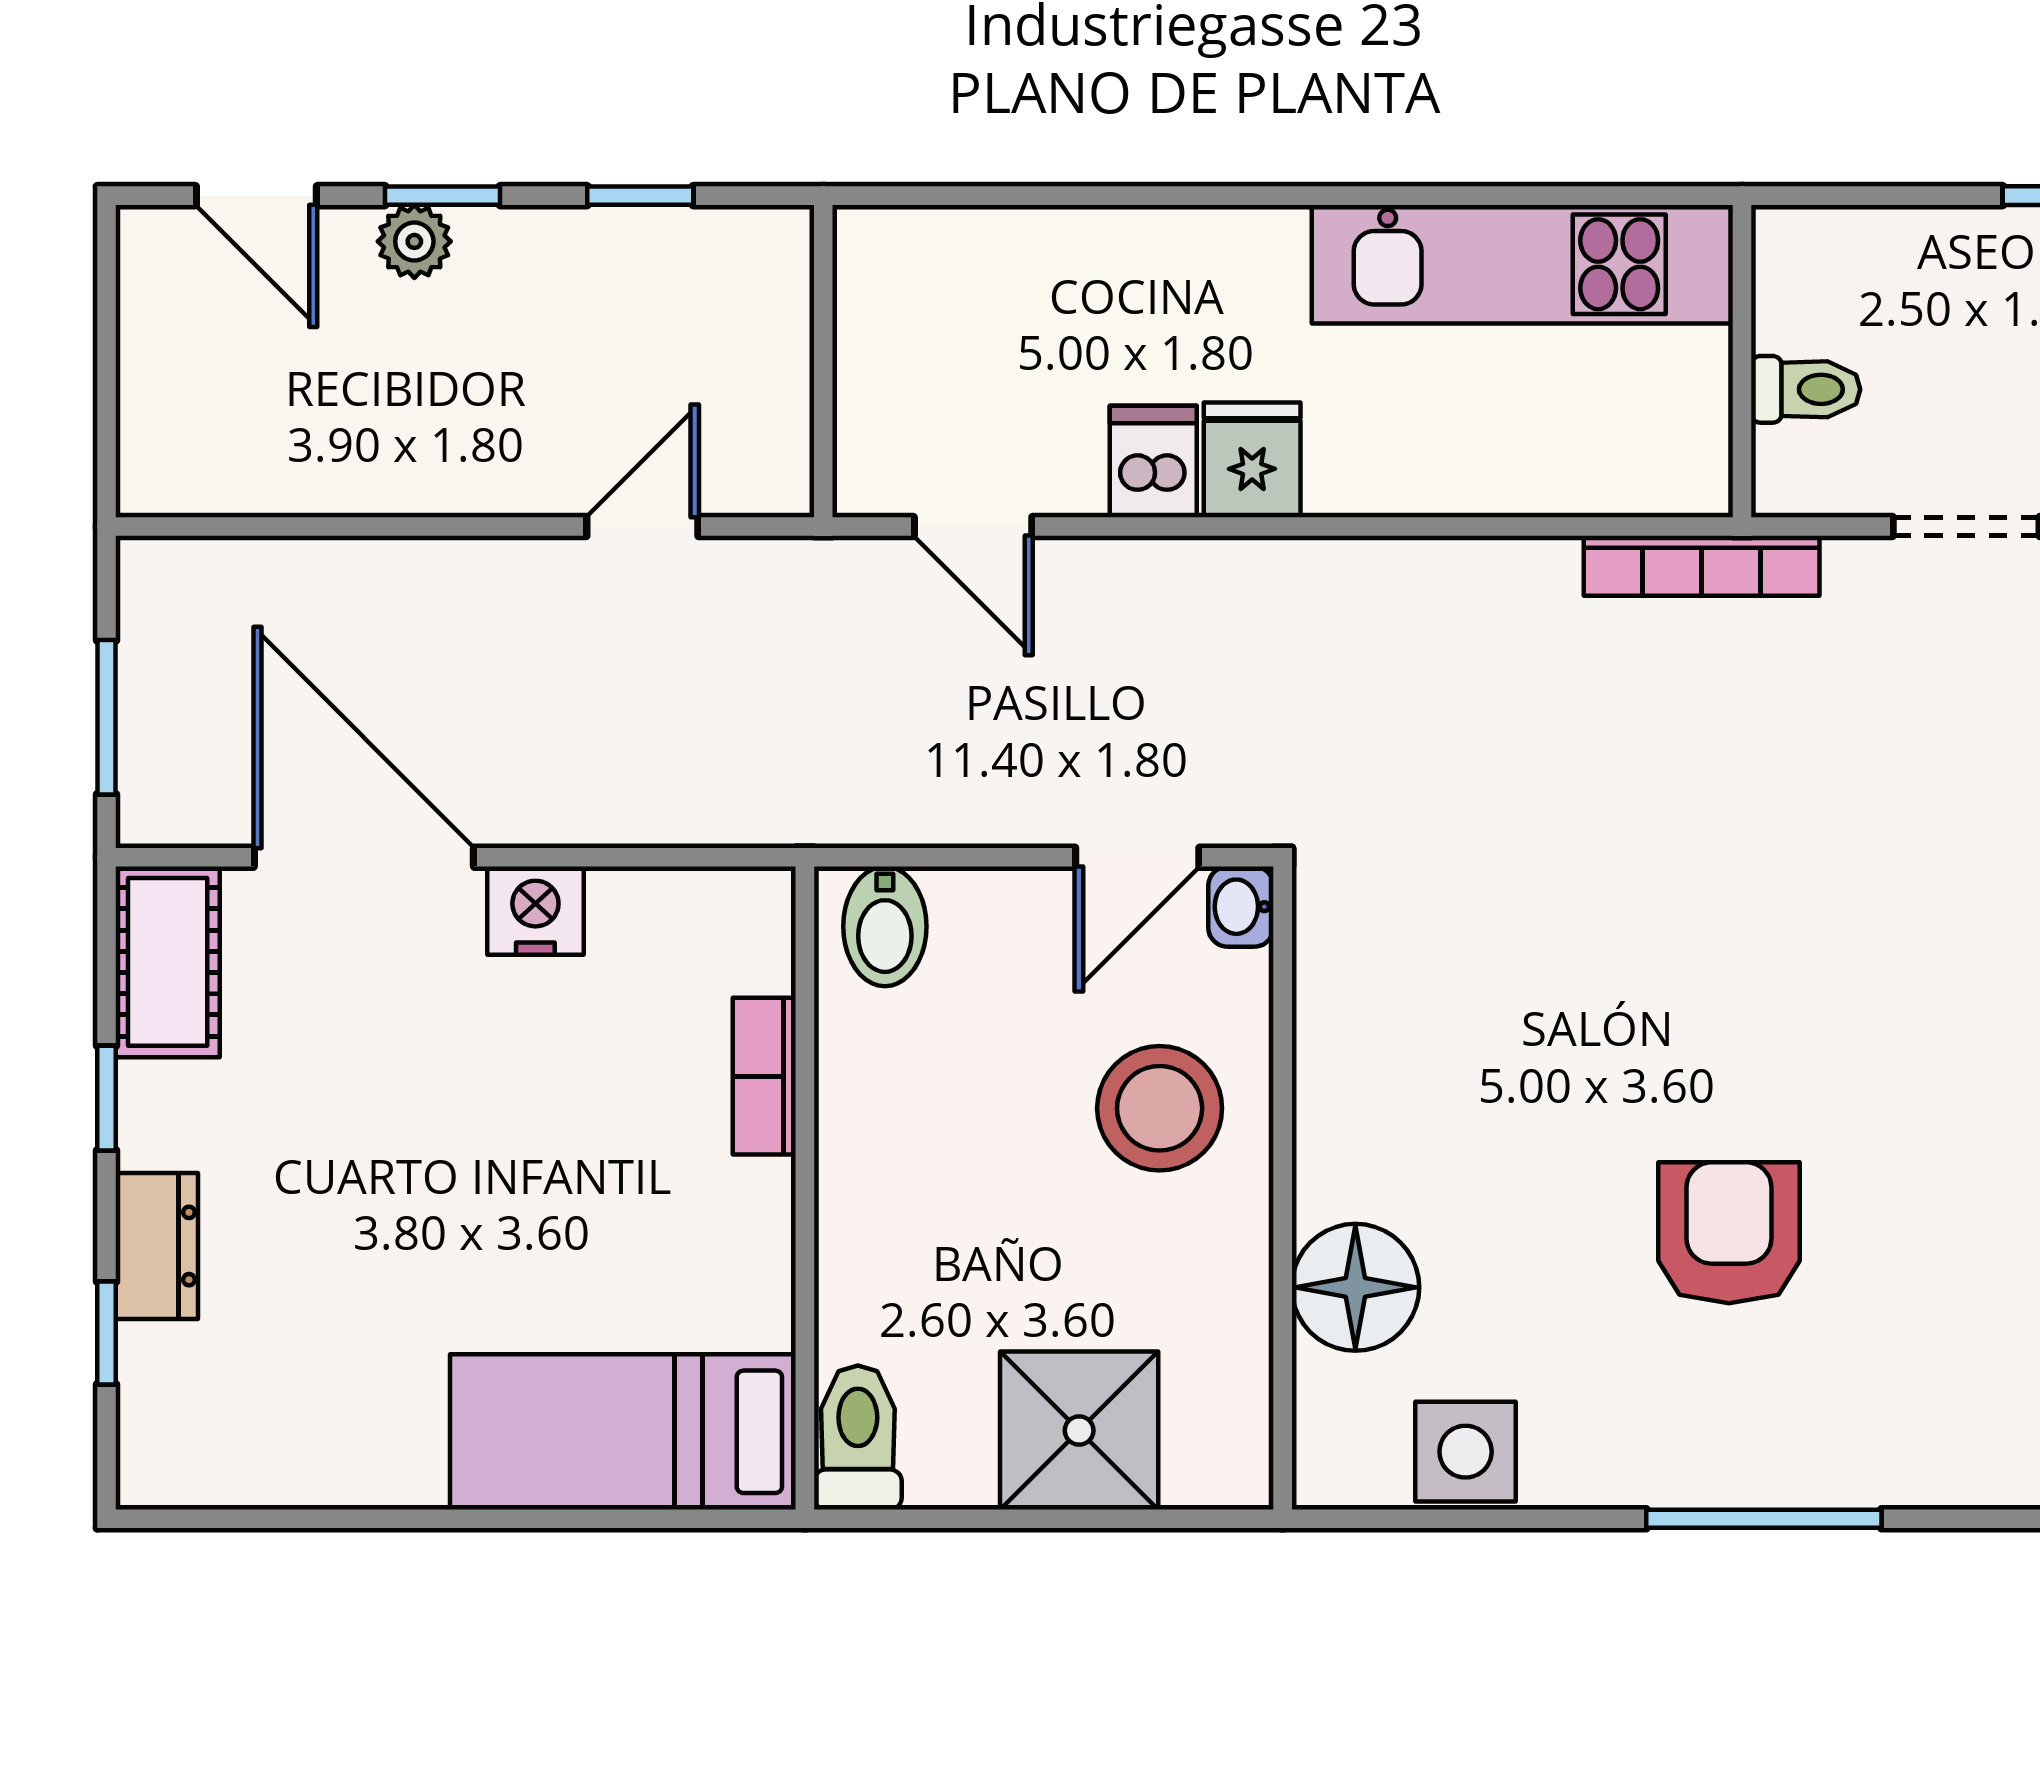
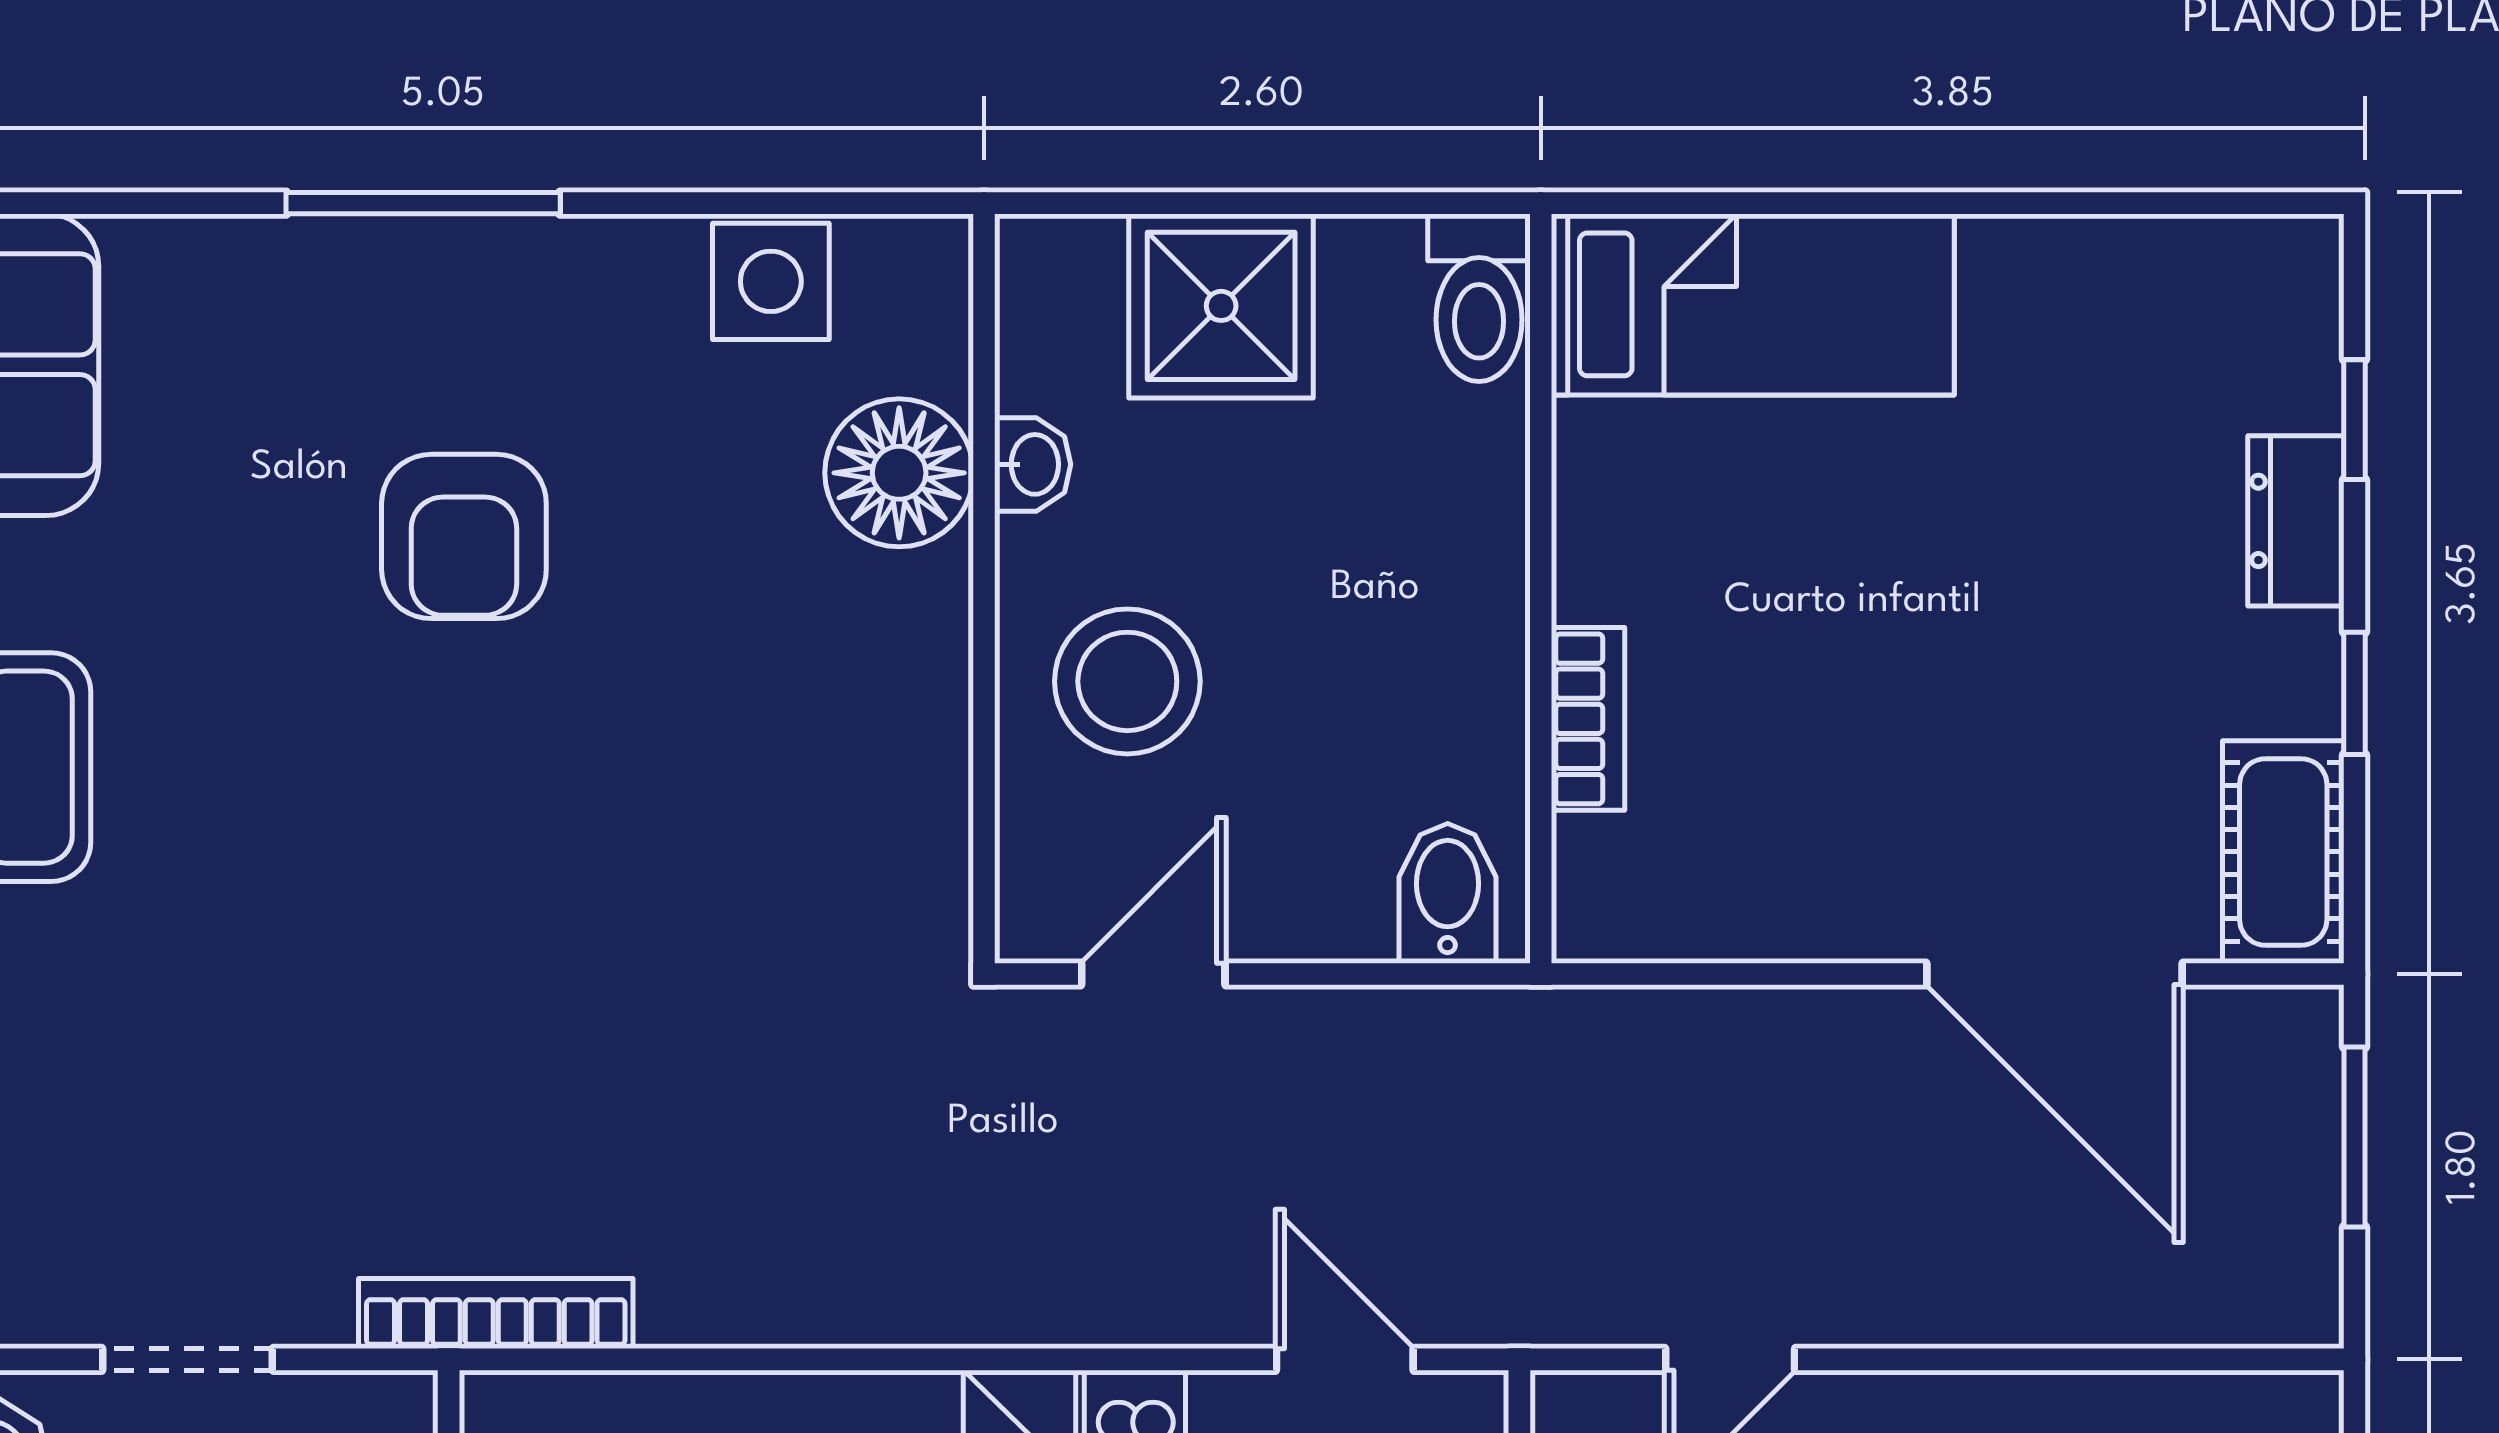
washbasin: (1241, 907) -> (1033, 464), moved
nightstand: (535, 911) -> (1855, 912), removed

